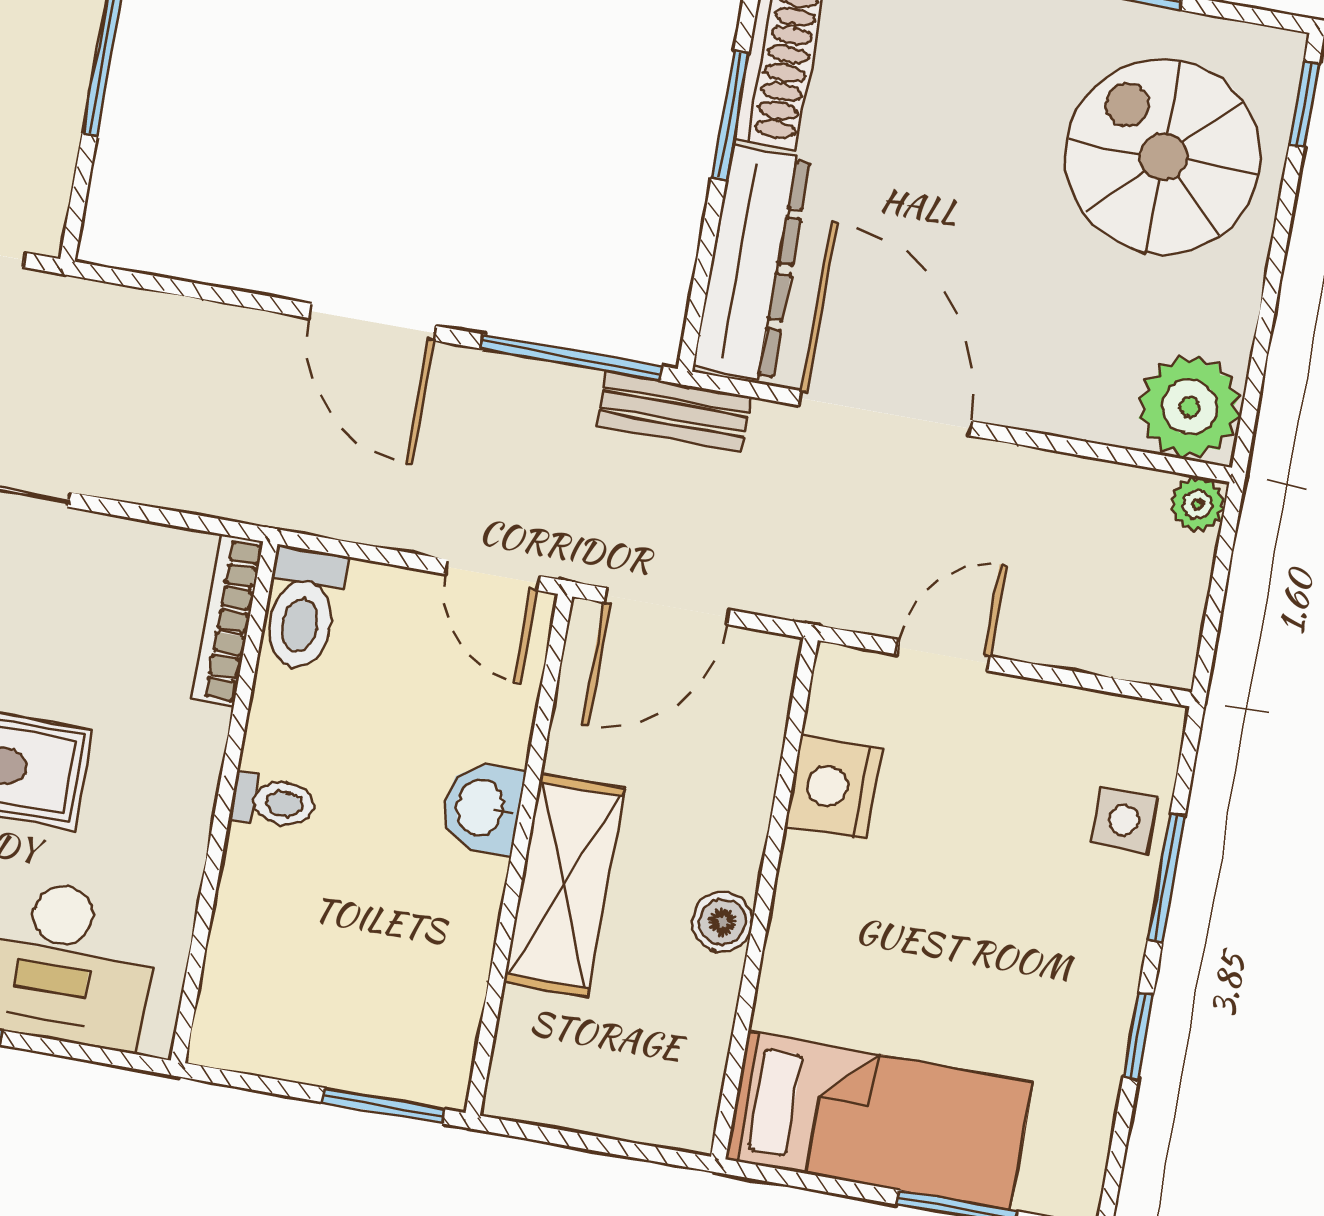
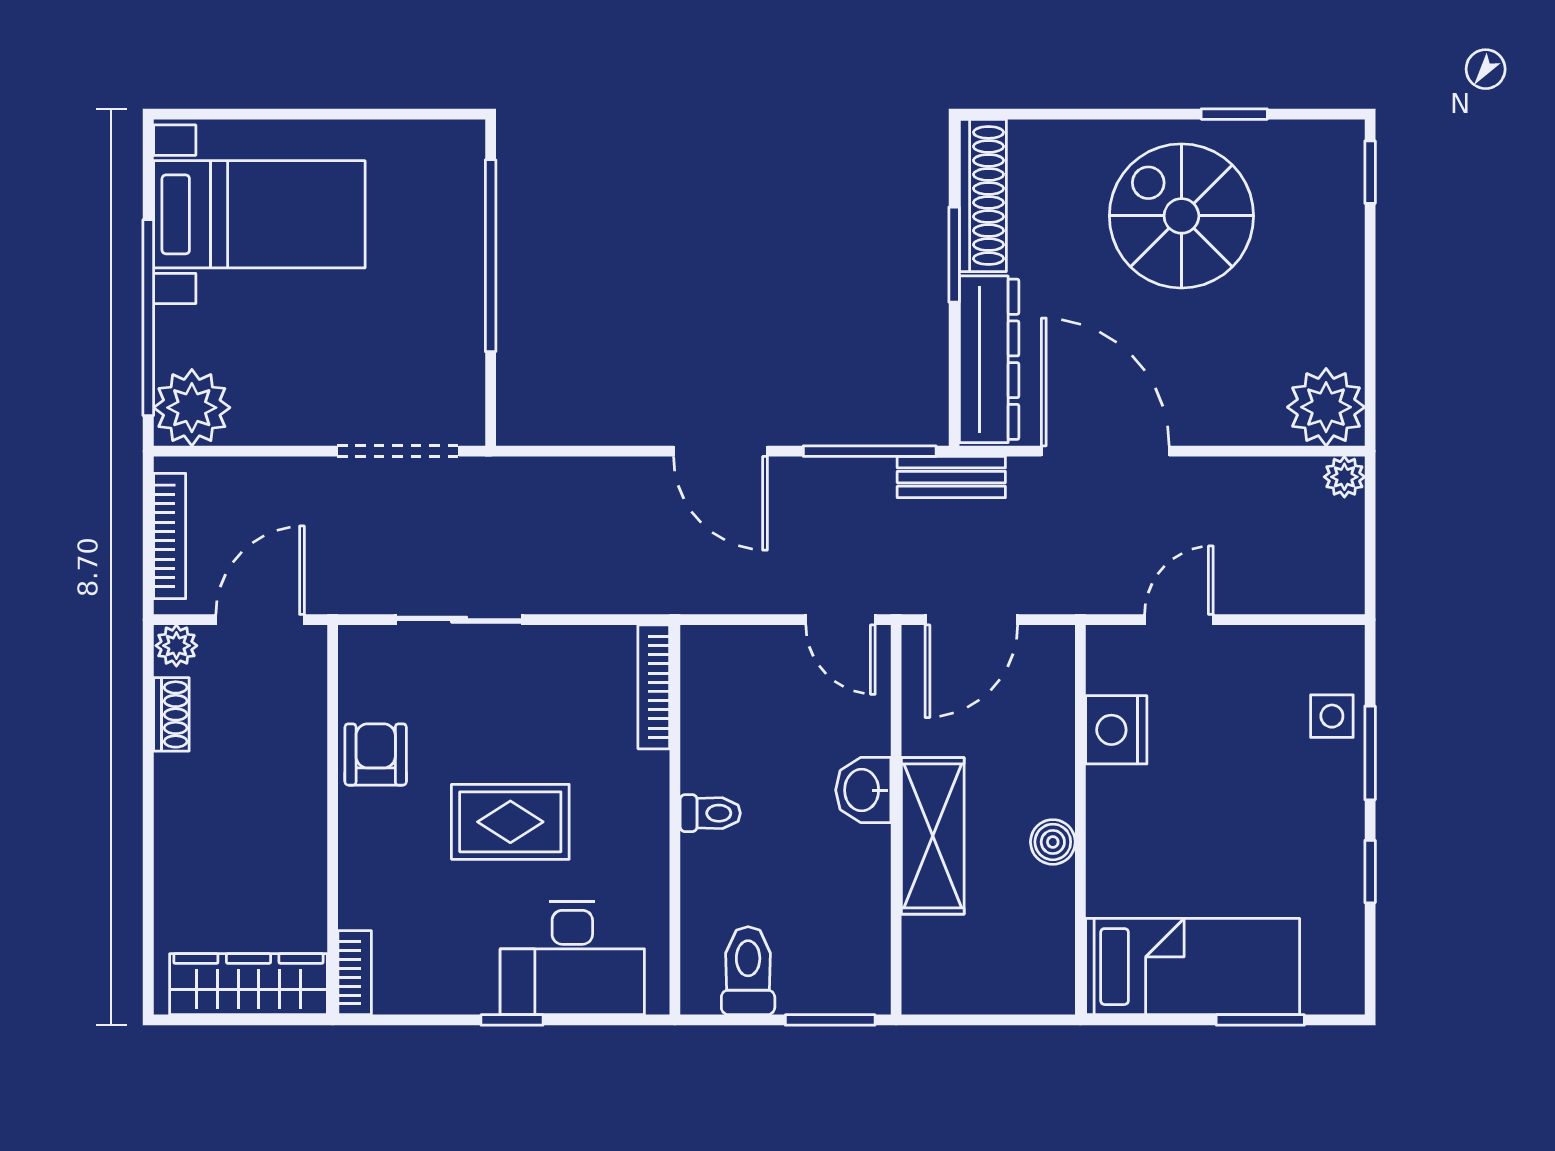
spiral stairs: (1163, 157) -> (1181, 216), moved
toilet: (303, 609) -> (748, 971), moved, turned 180

